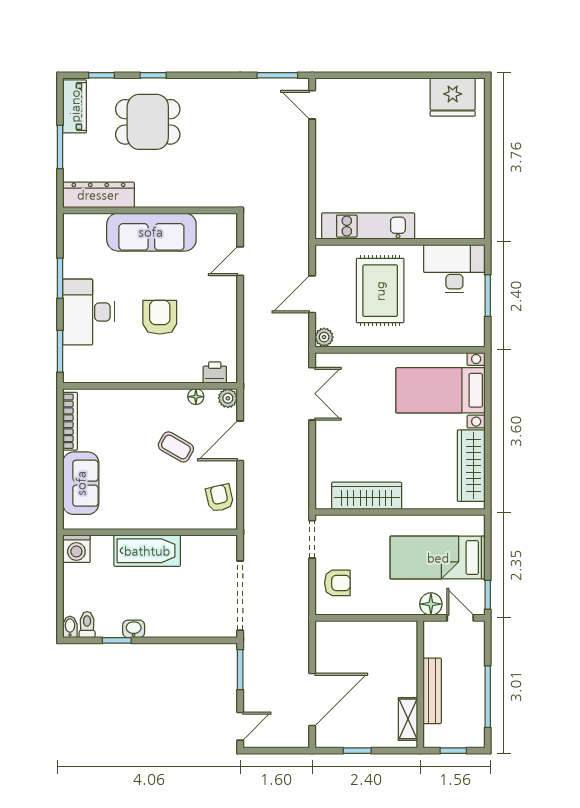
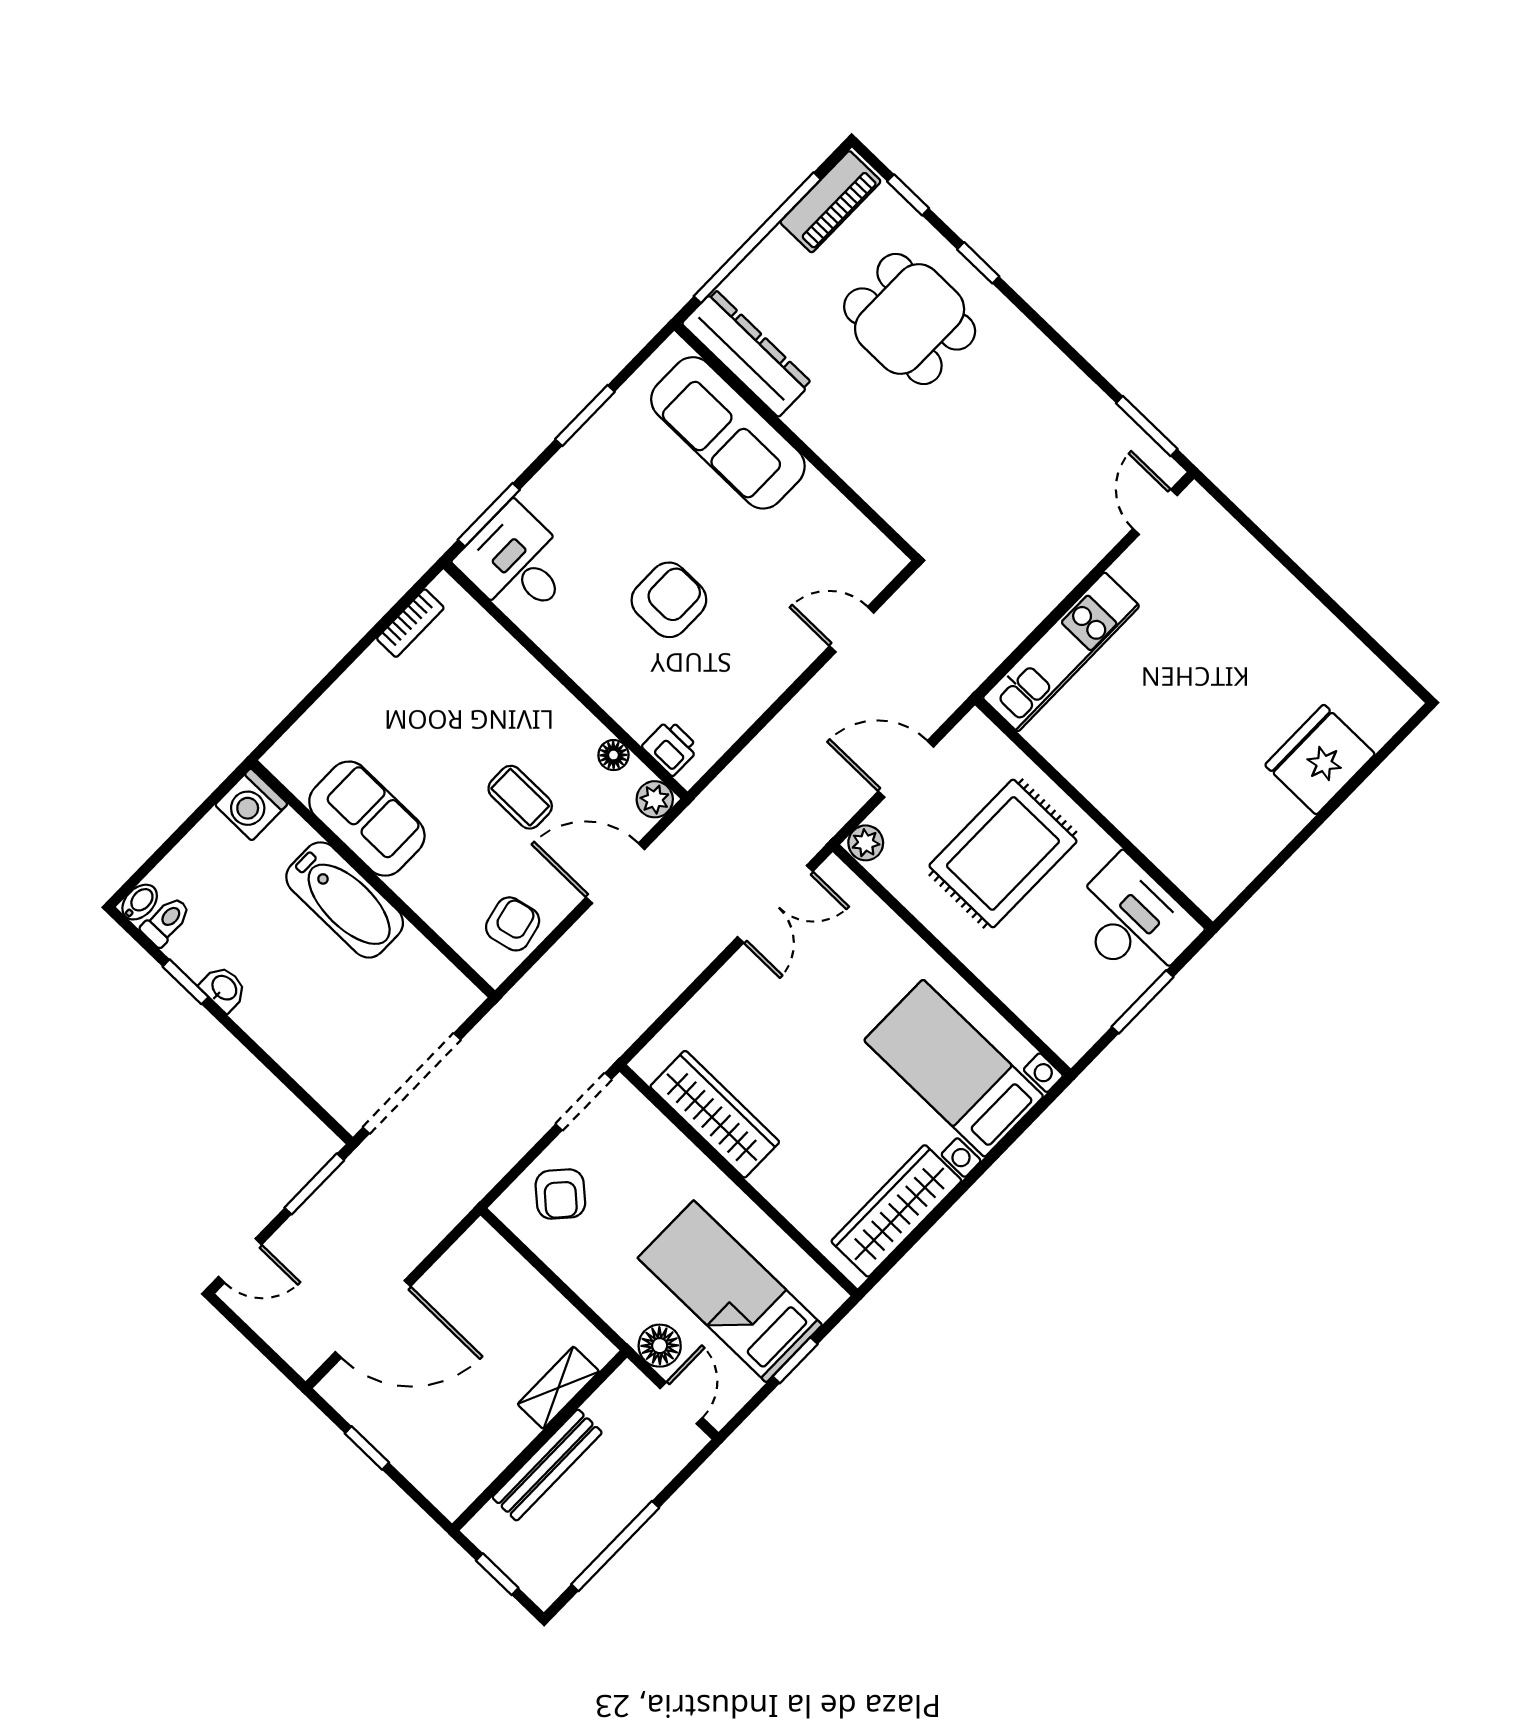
fridge: (453, 97) -> (1320, 760), moved, turned 90
window: (60, 147) -> (757, 238), width x2.11
kitchen unit: (368, 226) -> (1061, 652), moved, turned 90
sofa: (151, 232) -> (728, 433), moved
desk: (88, 312) -> (517, 563), moved, width x0.73
bookcase: (70, 421) -> (410, 623), width x0.64
coffee table: (176, 447) -> (520, 797), turned -30
sofa: (81, 483) -> (367, 819), moved, turned -90
armchair: (337, 583) -> (560, 1194), turned 42
window: (488, 595) -> (795, 1360), moved
shelving: (408, 719) -> (558, 1388), moved

